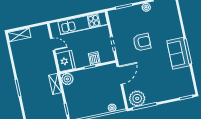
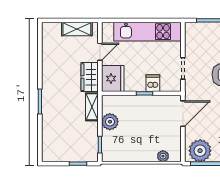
shelving: (19, 35) -> (77, 29), moved
door: (53, 44) -> (100, 52), hinge flipped
wardrobe: (49, 64) -> (90, 77), added
plant: (67, 79) -> (110, 122), moved

